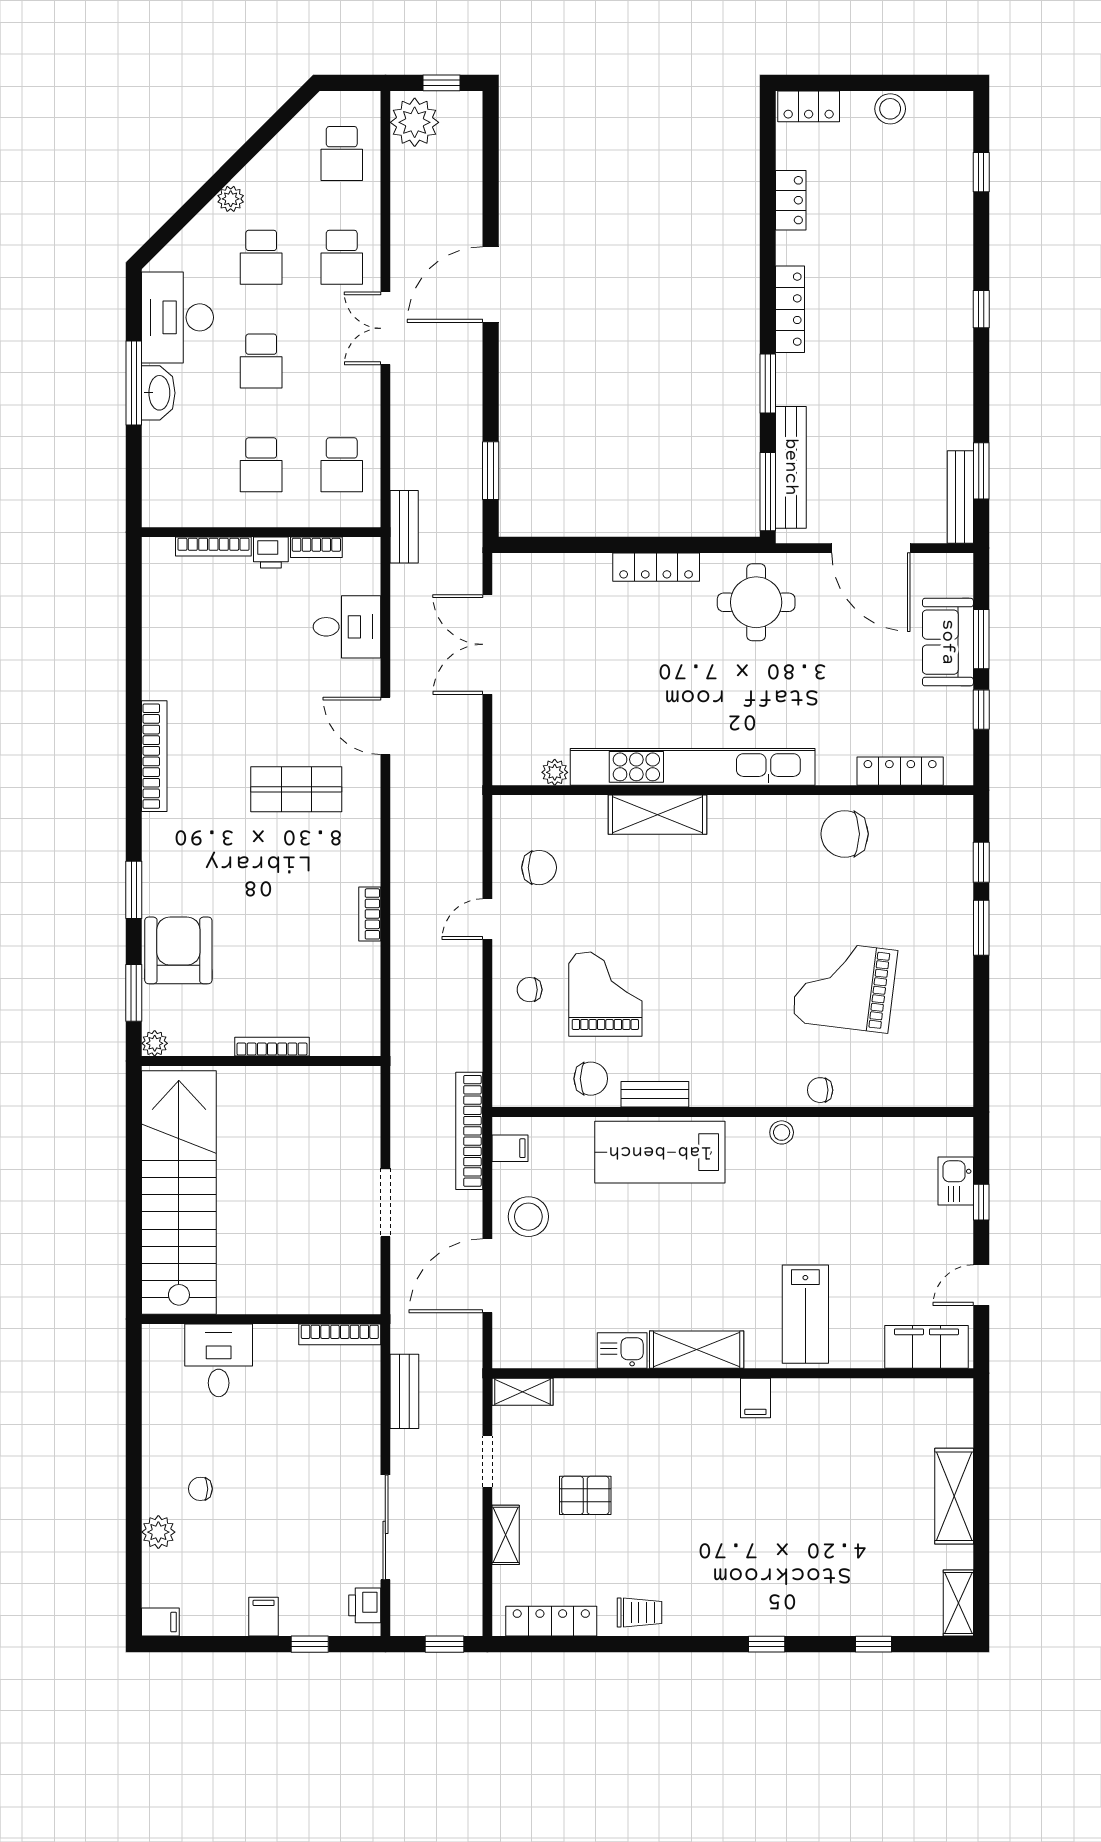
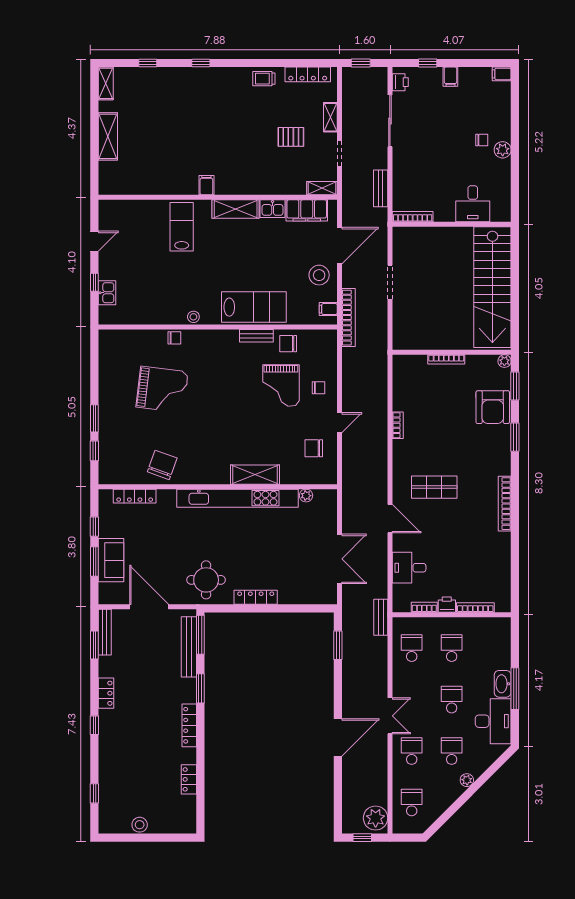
locker: (809, 106) -> (106, 693), moved, turned 90
chair: (845, 834) -> (162, 465), turned -70
filing cabinet: (926, 1347) -> (307, 210), moved
plant: (158, 1532) -> (503, 150), moved

